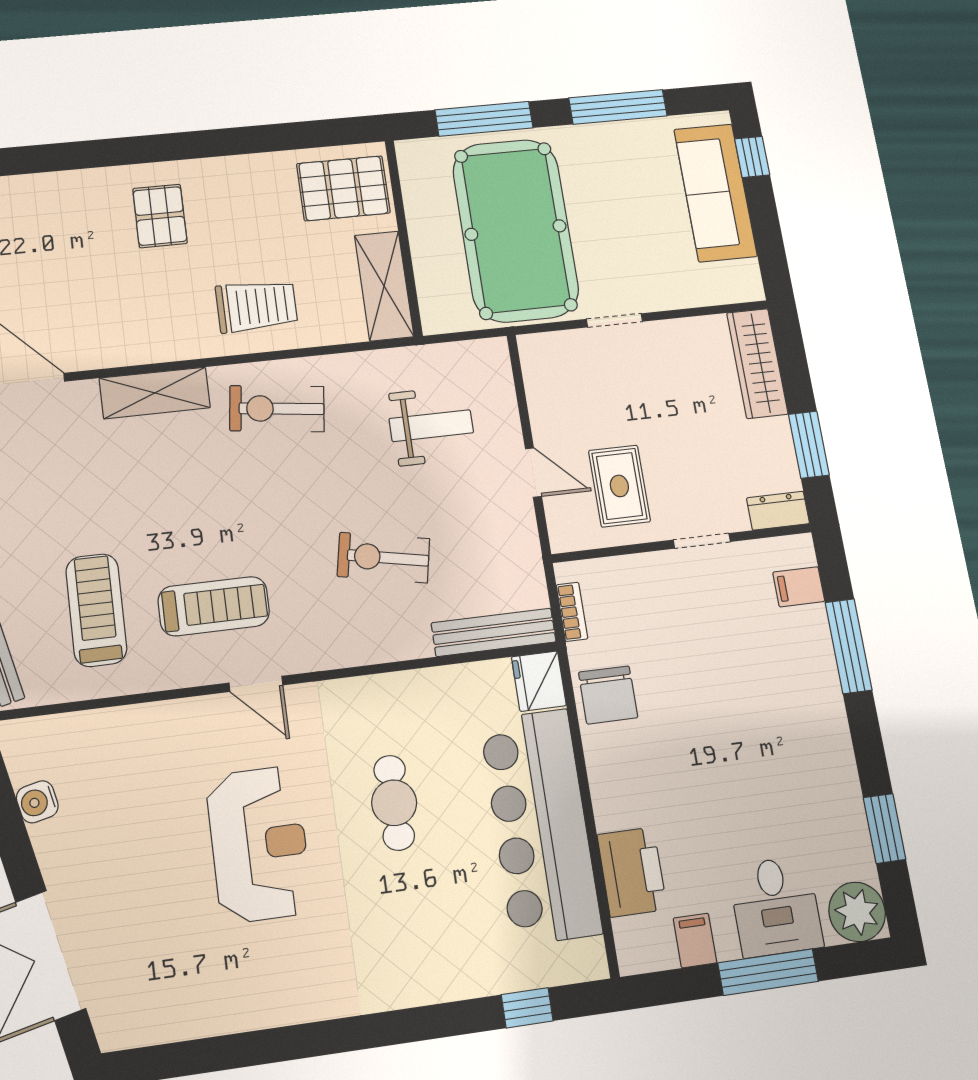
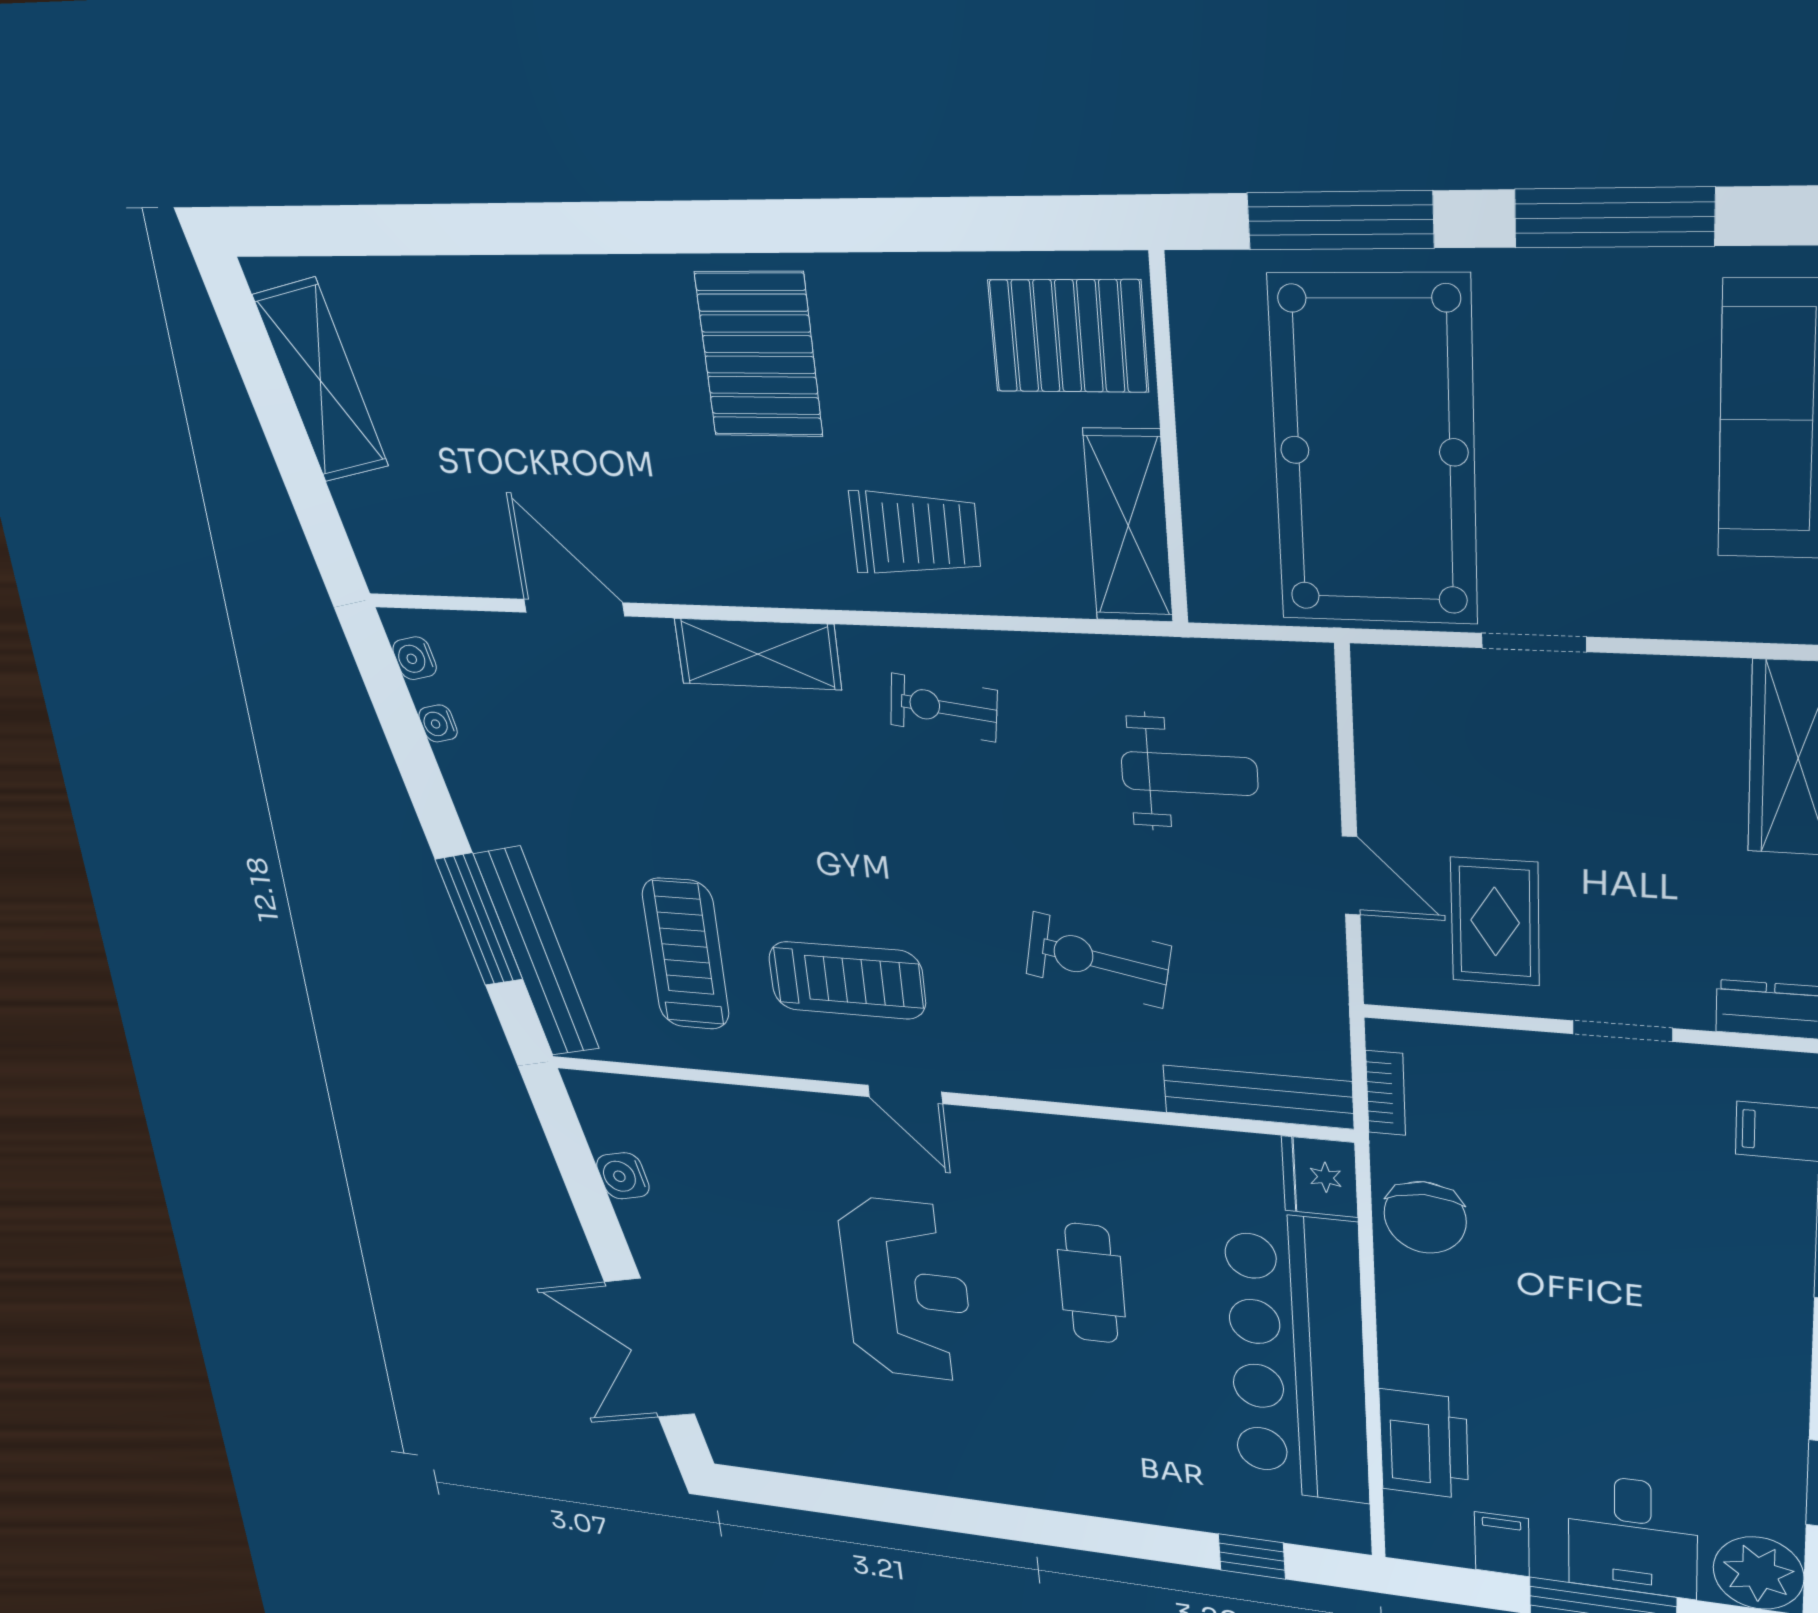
pallet: (160, 216) -> (759, 354), width x1.50, depth x1.42
exercise bike: (277, 409) -> (944, 708), width x0.73, depth x0.72

